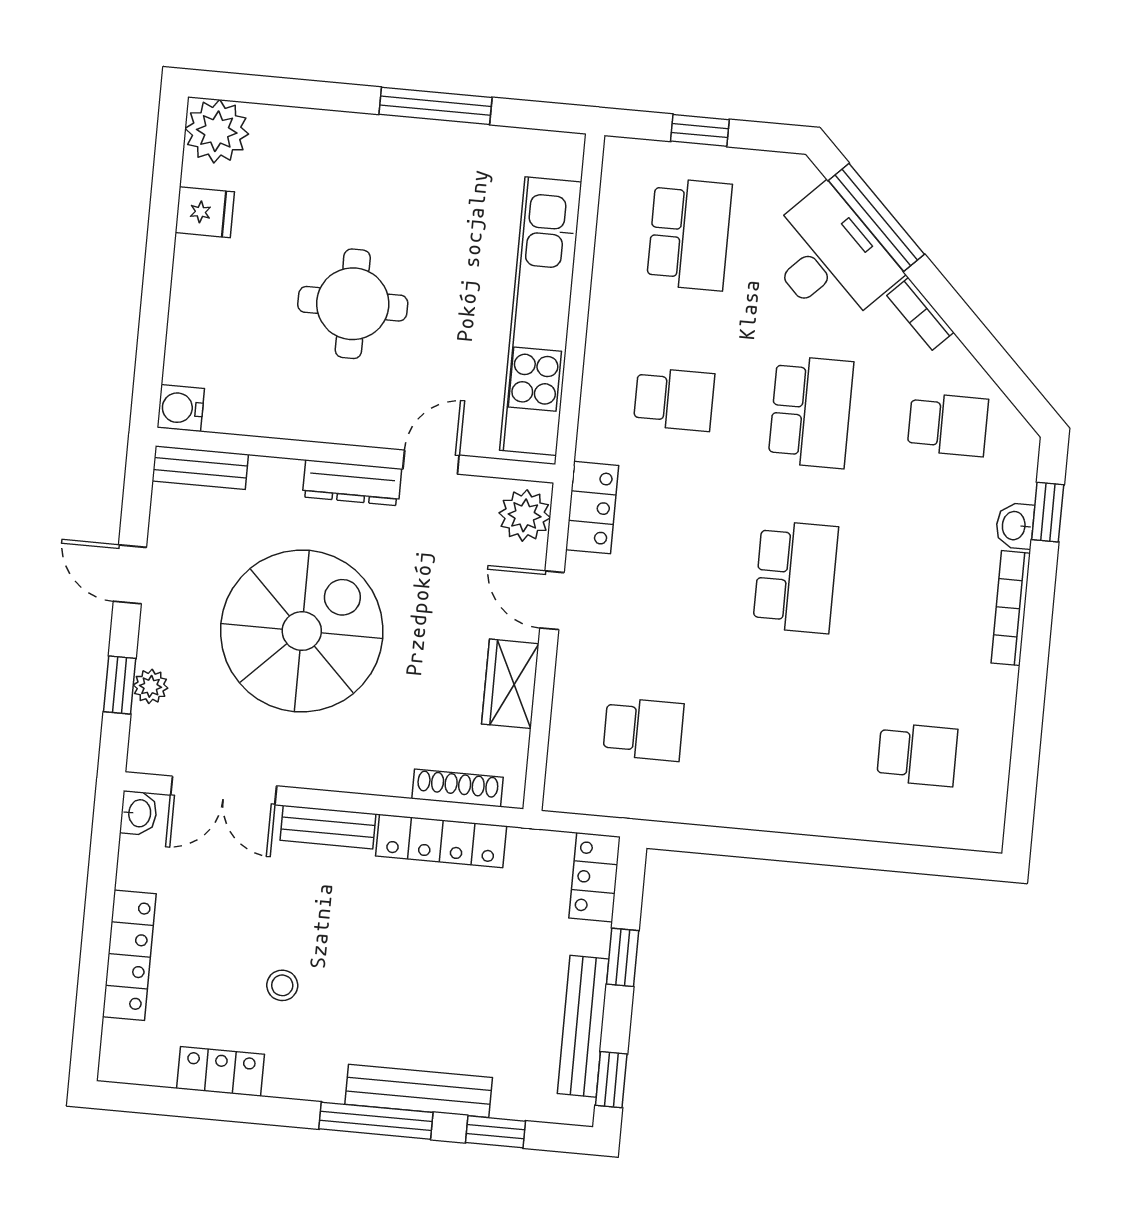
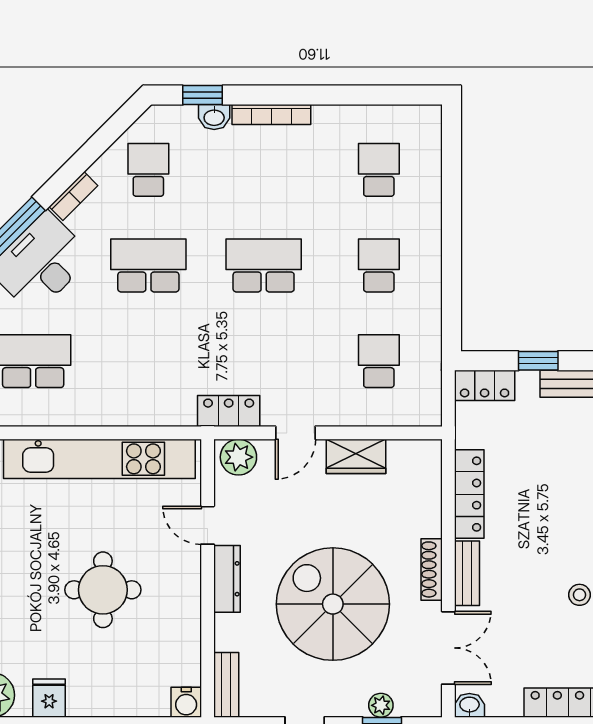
school desk: (674, 399) -> (379, 265), moved
shoe rack: (458, 788) -> (432, 569), moved

